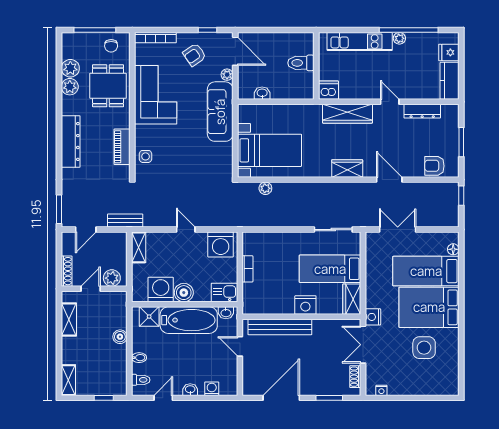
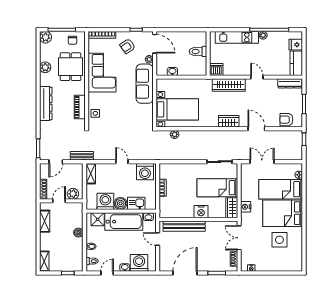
plant: (70, 68) -> (46, 37), moved
dresser: (422, 111) -> (290, 83), moved
kitchen sink: (224, 292) -> (136, 203), moved
nightstand: (373, 317) -> (246, 207), moved
washing machine: (212, 389) -> (139, 263), width x1.89, depth x1.89

